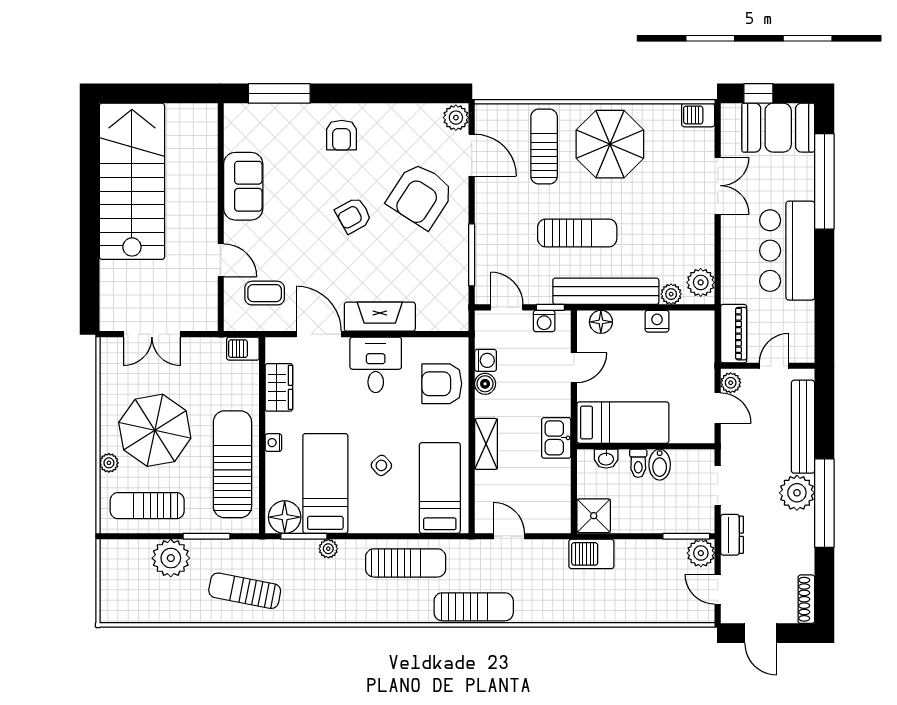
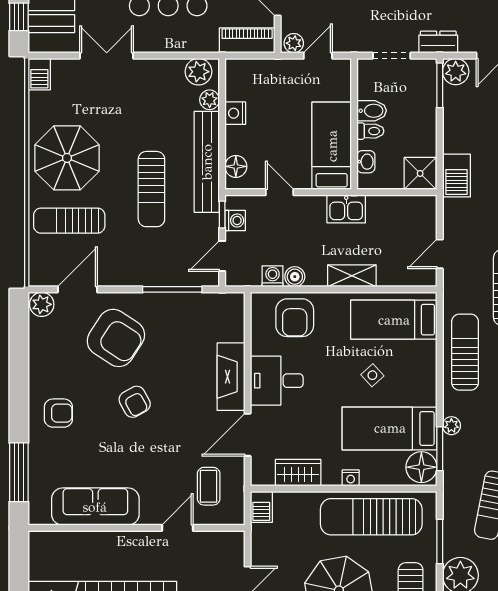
sofa: (243, 186) -> (95, 507), width x1.36
sun lounger: (577, 233) -> (151, 189), turned 180

